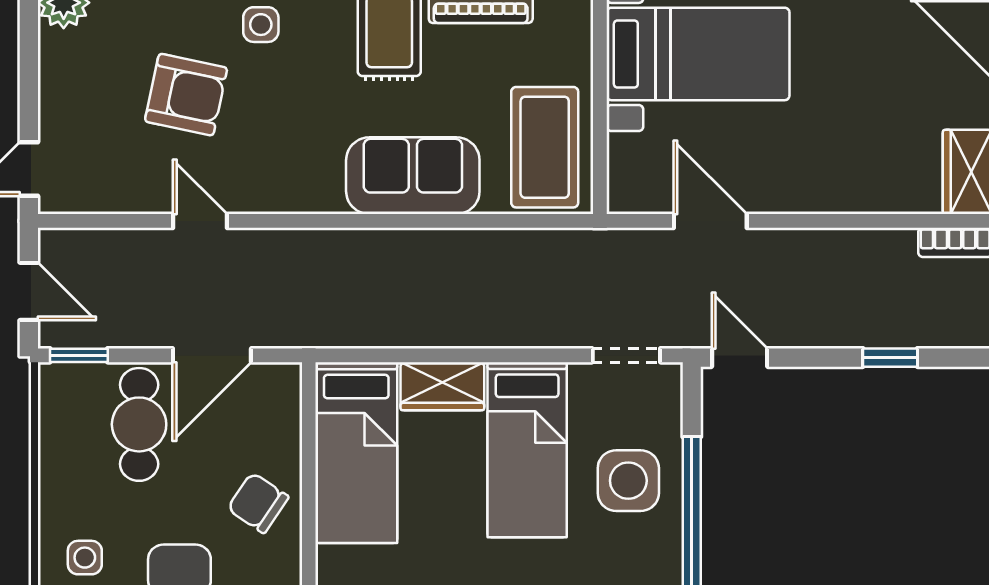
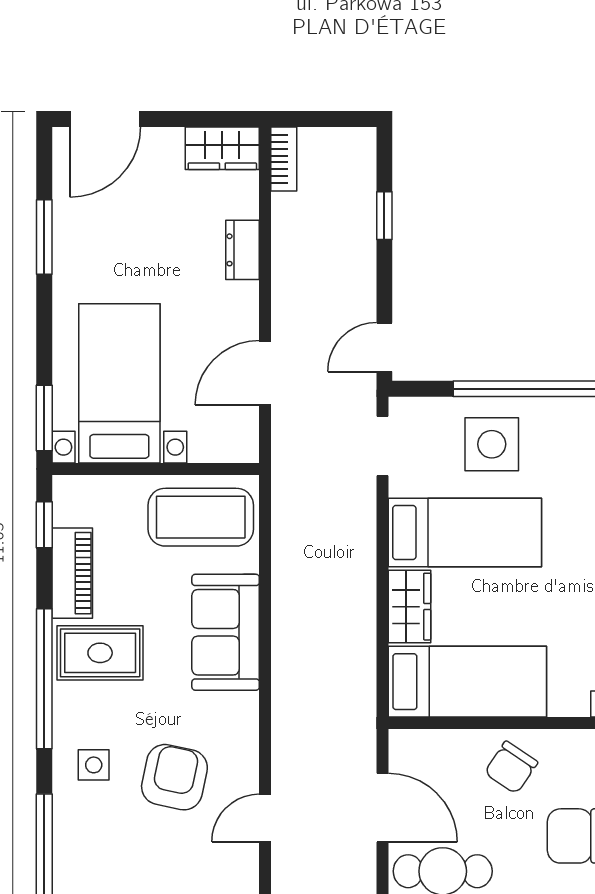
armchair: (186, 95) -> (174, 777), moved
dresser: (851, 195) -> (243, 250), added

